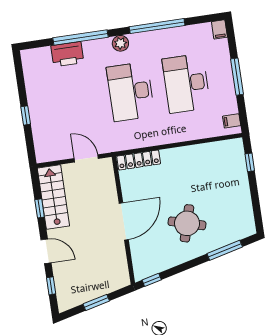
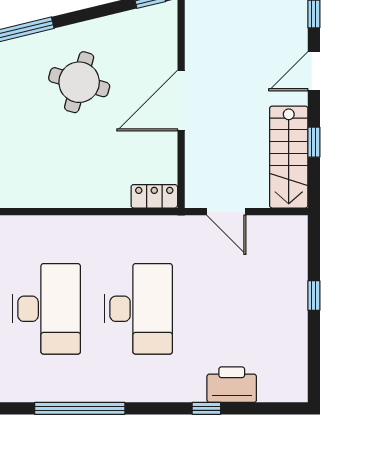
window: (81, 37) -> (206, 408), width x0.32
plant: (120, 43) -> (143, 389), removed
locker: (139, 160) -> (154, 196), width x0.66
door: (46, 251) -> (314, 71), hinge flipped

